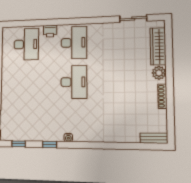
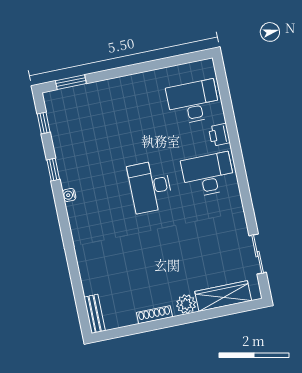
desk: (74, 43) -> (208, 175), turned 180
desk: (26, 44) -> (193, 102), turned 180
desk: (74, 82) -> (150, 187), turned 90

